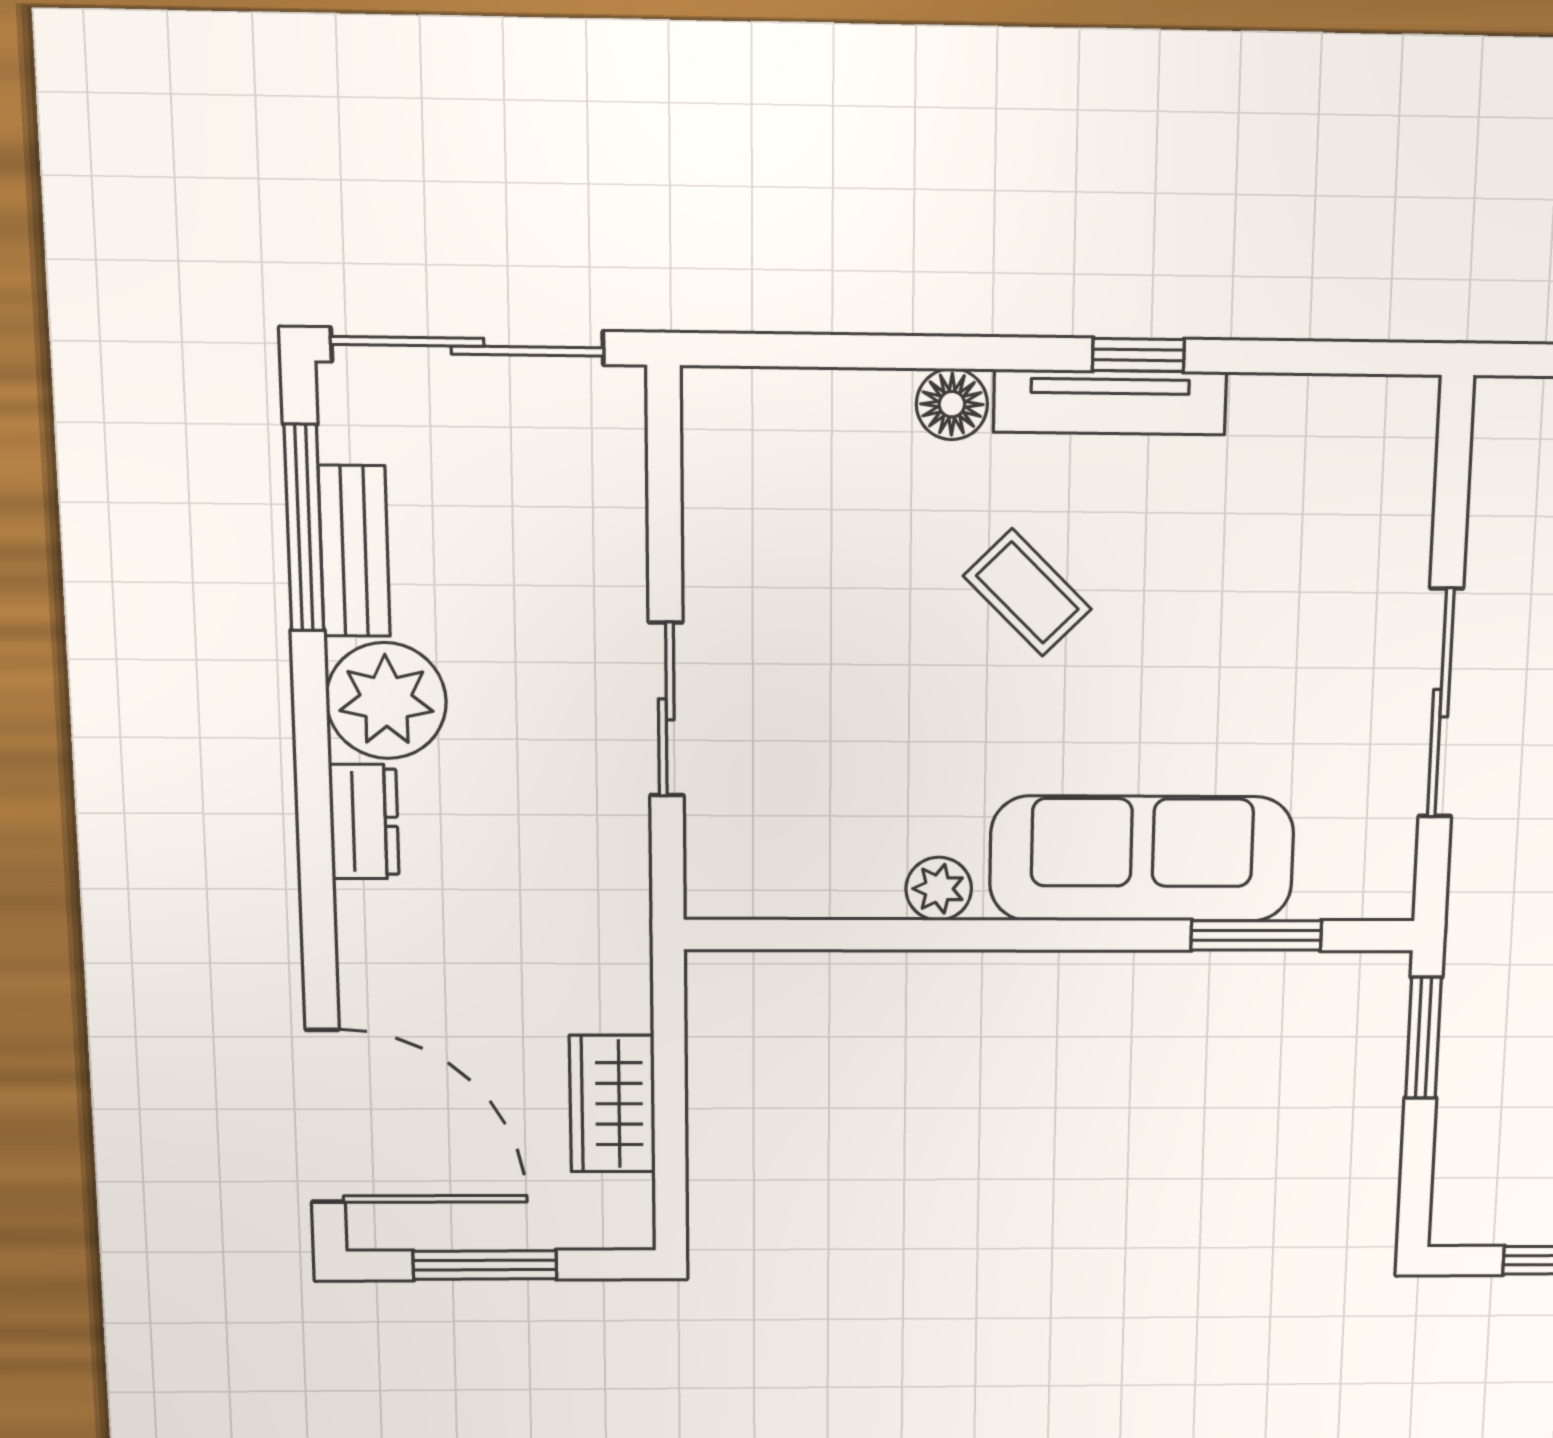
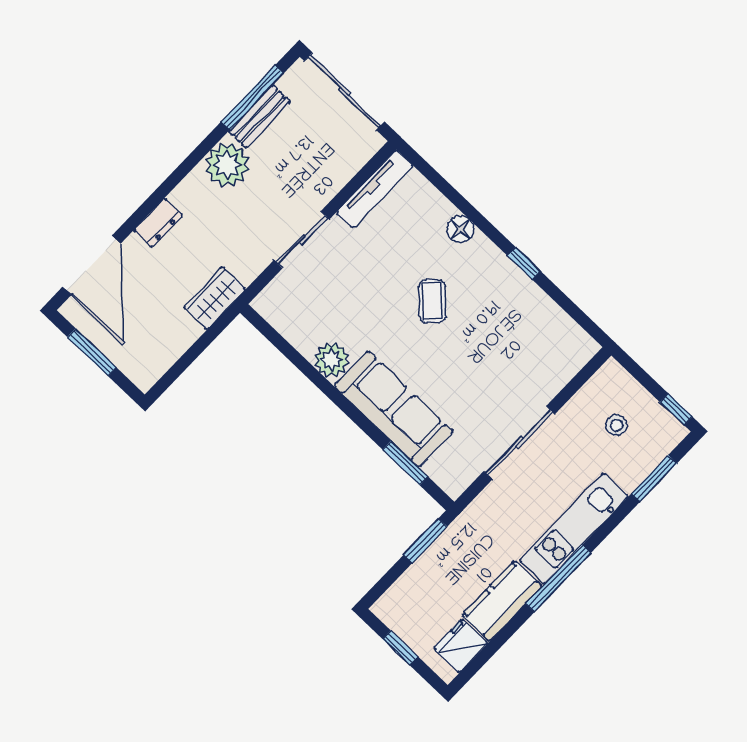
tv unit: (1110, 402) -> (375, 189), moved, turned -90
dresser: (364, 822) -> (158, 223), moved
plant: (939, 889) -> (331, 360), width x1.38, depth x1.38
wardrobe: (612, 1104) -> (215, 298), moved

